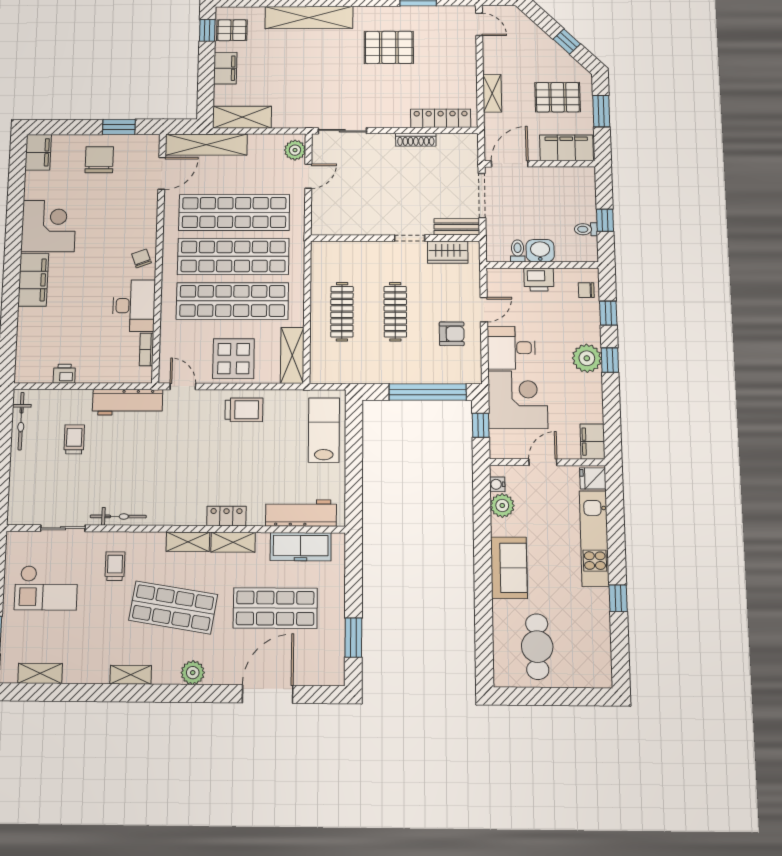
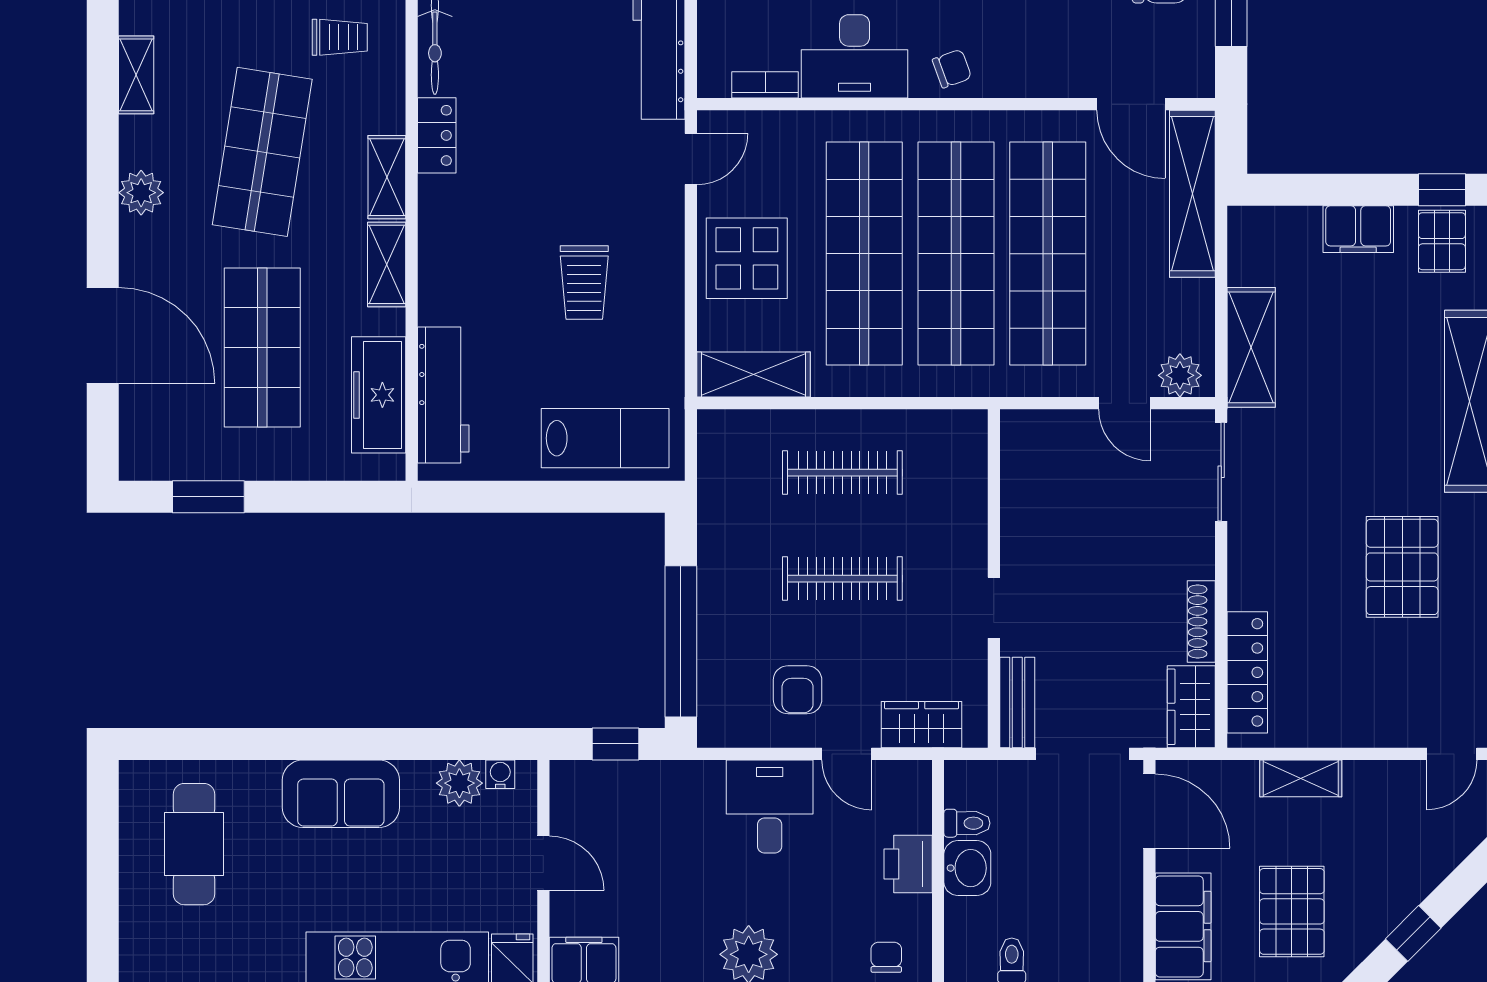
shelving: (242, 117) -> (1251, 347), moved
wardrobe: (458, 144) -> (1191, 707), added
wardrobe: (448, 252) -> (922, 725), moved, turned 90
corner desk: (518, 400) -> (666, 817), removed
trolley: (244, 410) -> (584, 282), moved
locker: (226, 516) -> (437, 135), moved
cafe table: (537, 647) -> (194, 844), turned 90

